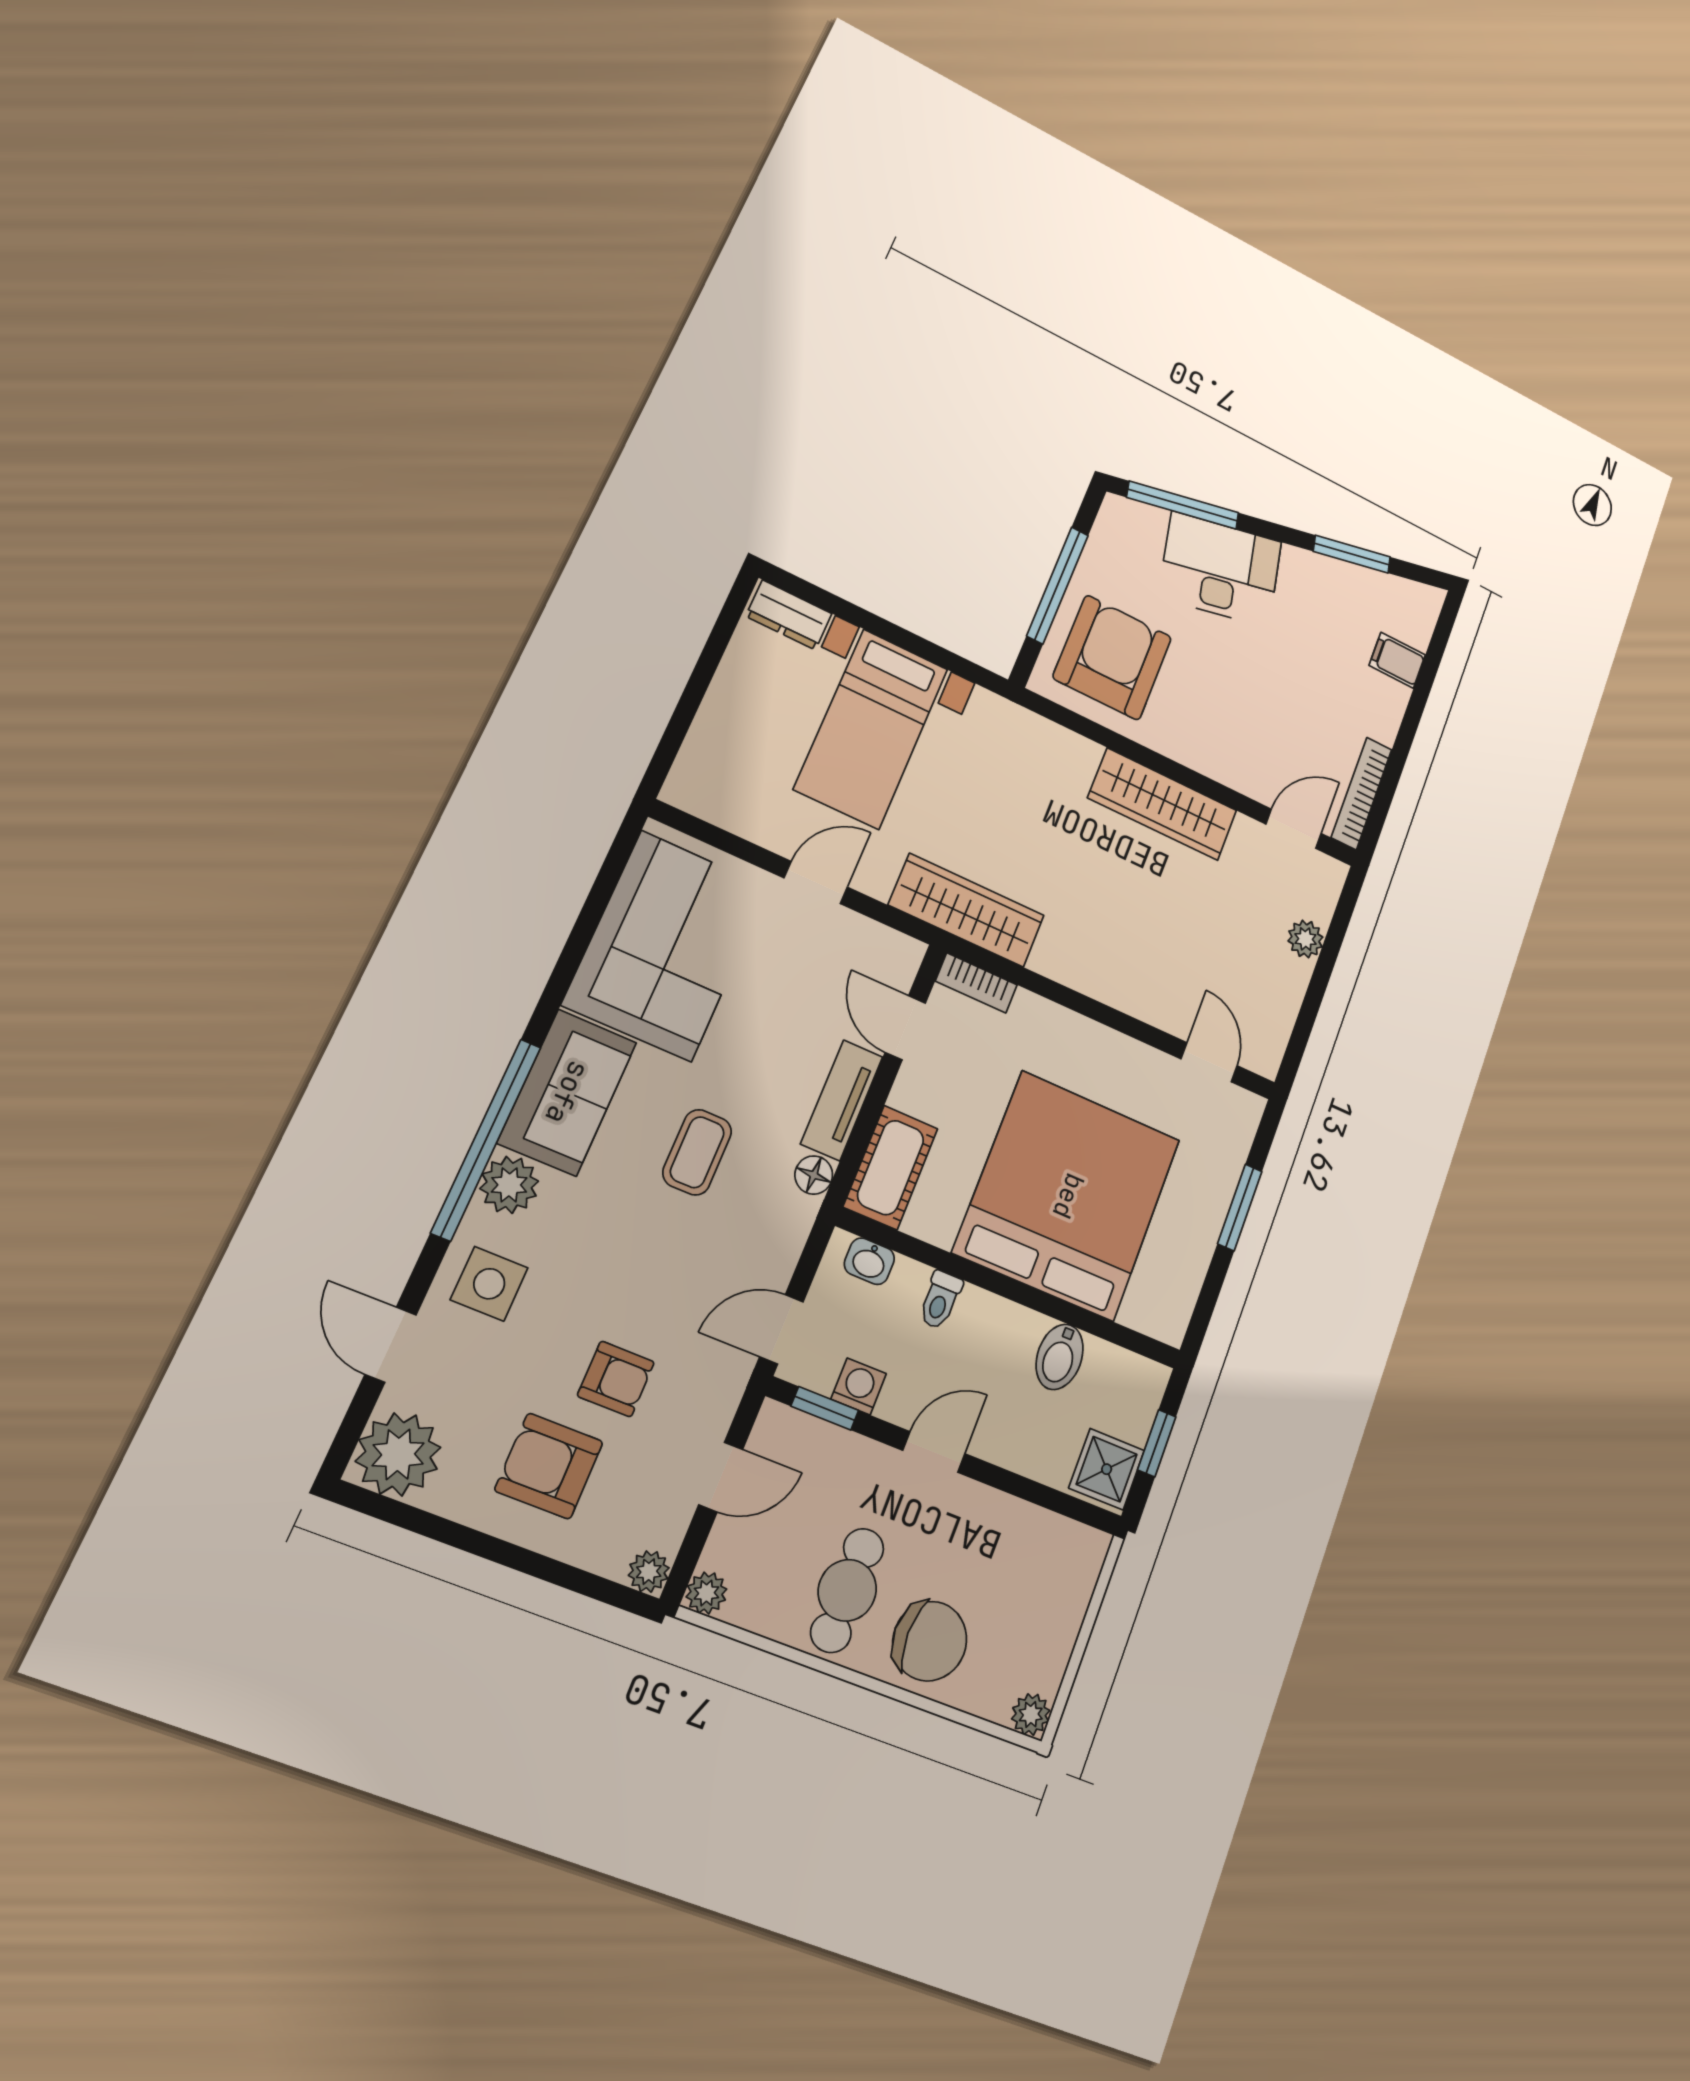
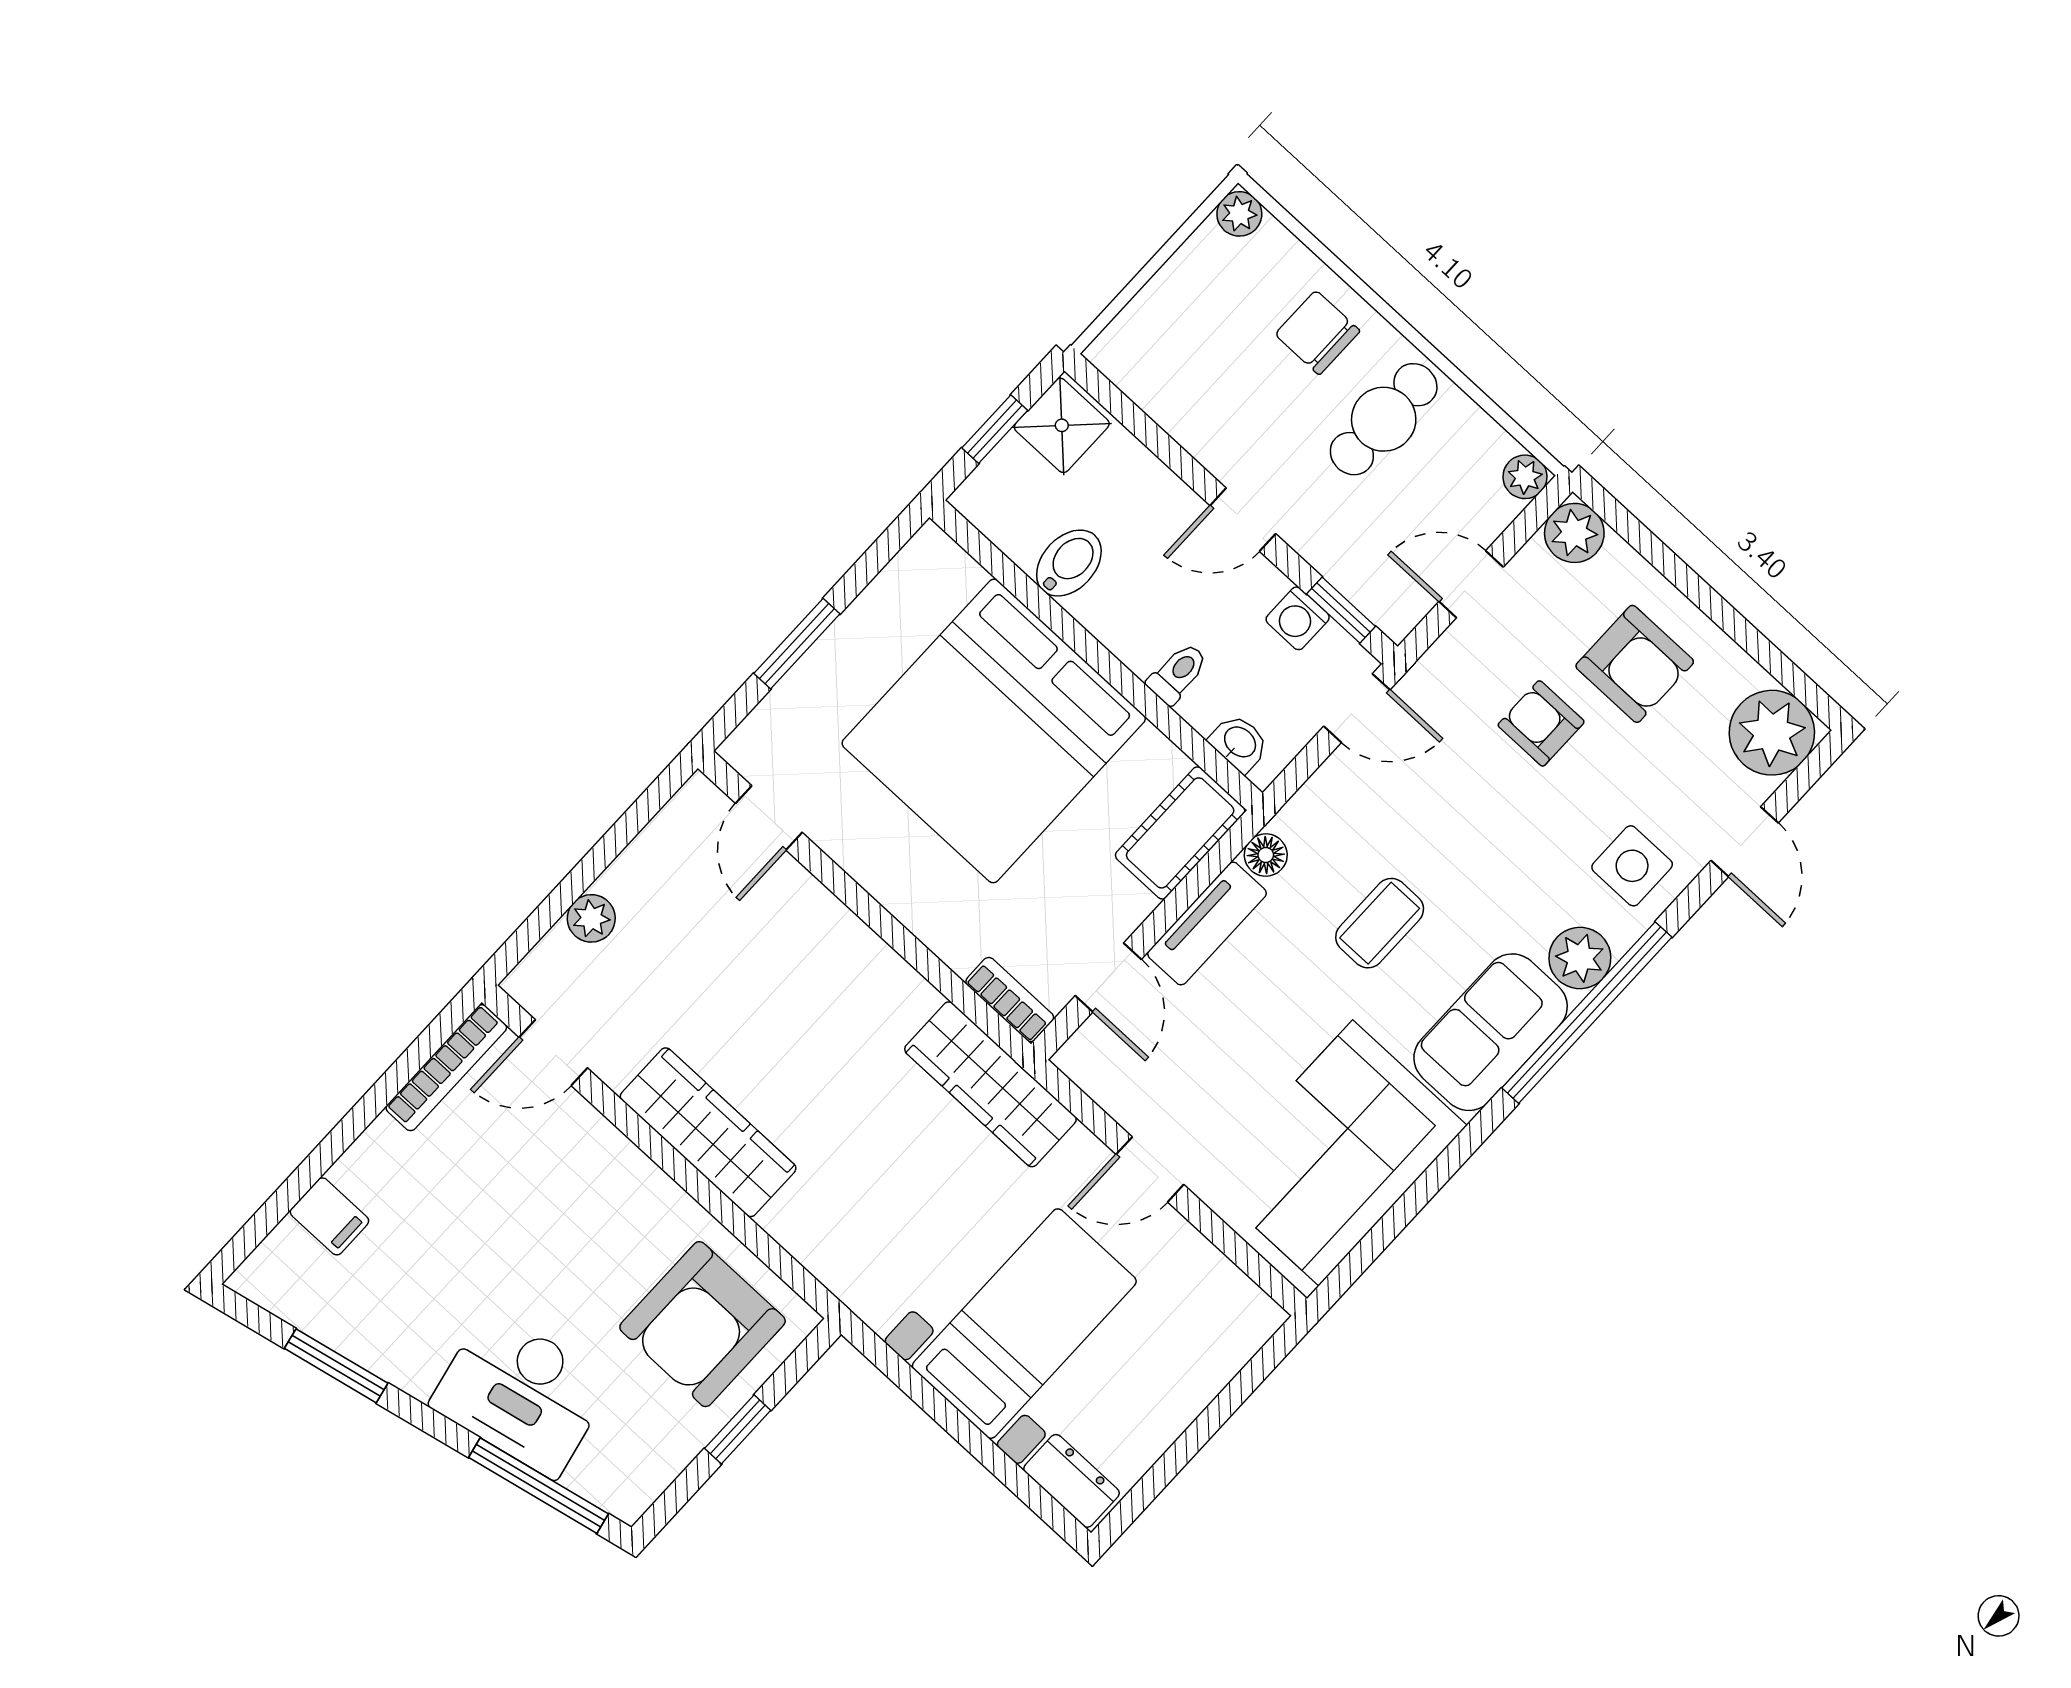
window: (1057, 585) -> (738, 1429), width x0.46
plant: (649, 1572) -> (1574, 533), width x1.38, depth x1.38
chair: (930, 1641) -> (1318, 333), width x0.73, depth x0.73

